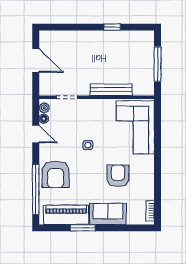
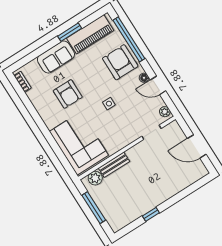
plant: (140, 89) -> (95, 178), added
bench: (111, 90) -> (114, 165), width x0.73
floor lamp: (44, 119) -> (144, 78), moved

